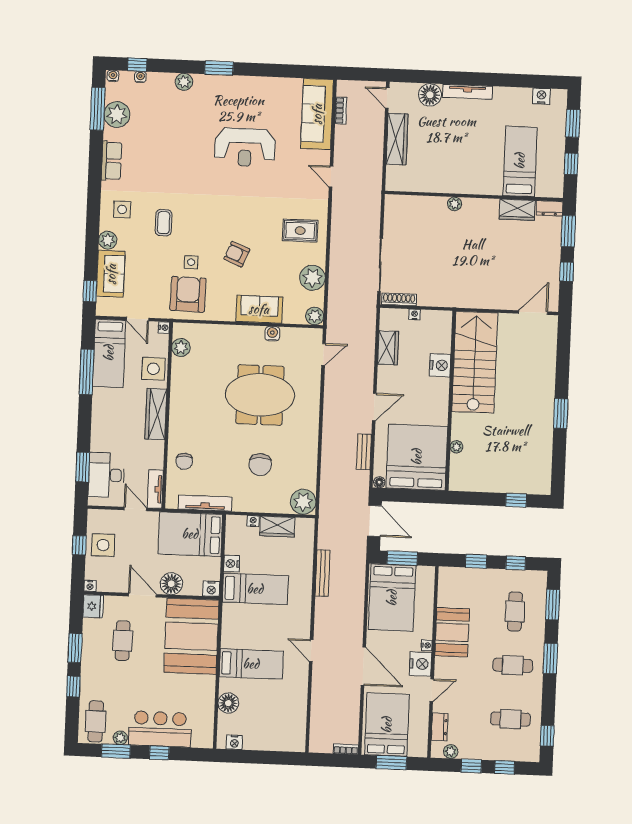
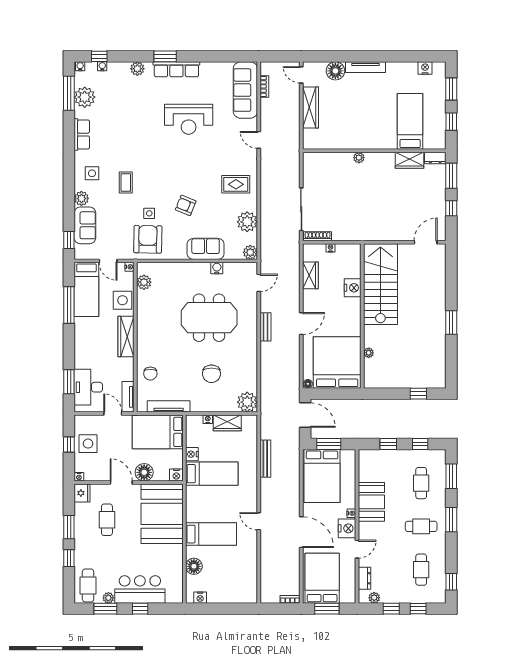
row of seats: (233, 85) -> (176, 69), added
bench: (364, 452) -> (265, 327), moved
cafe table: (510, 719) -> (421, 570), turned 90

